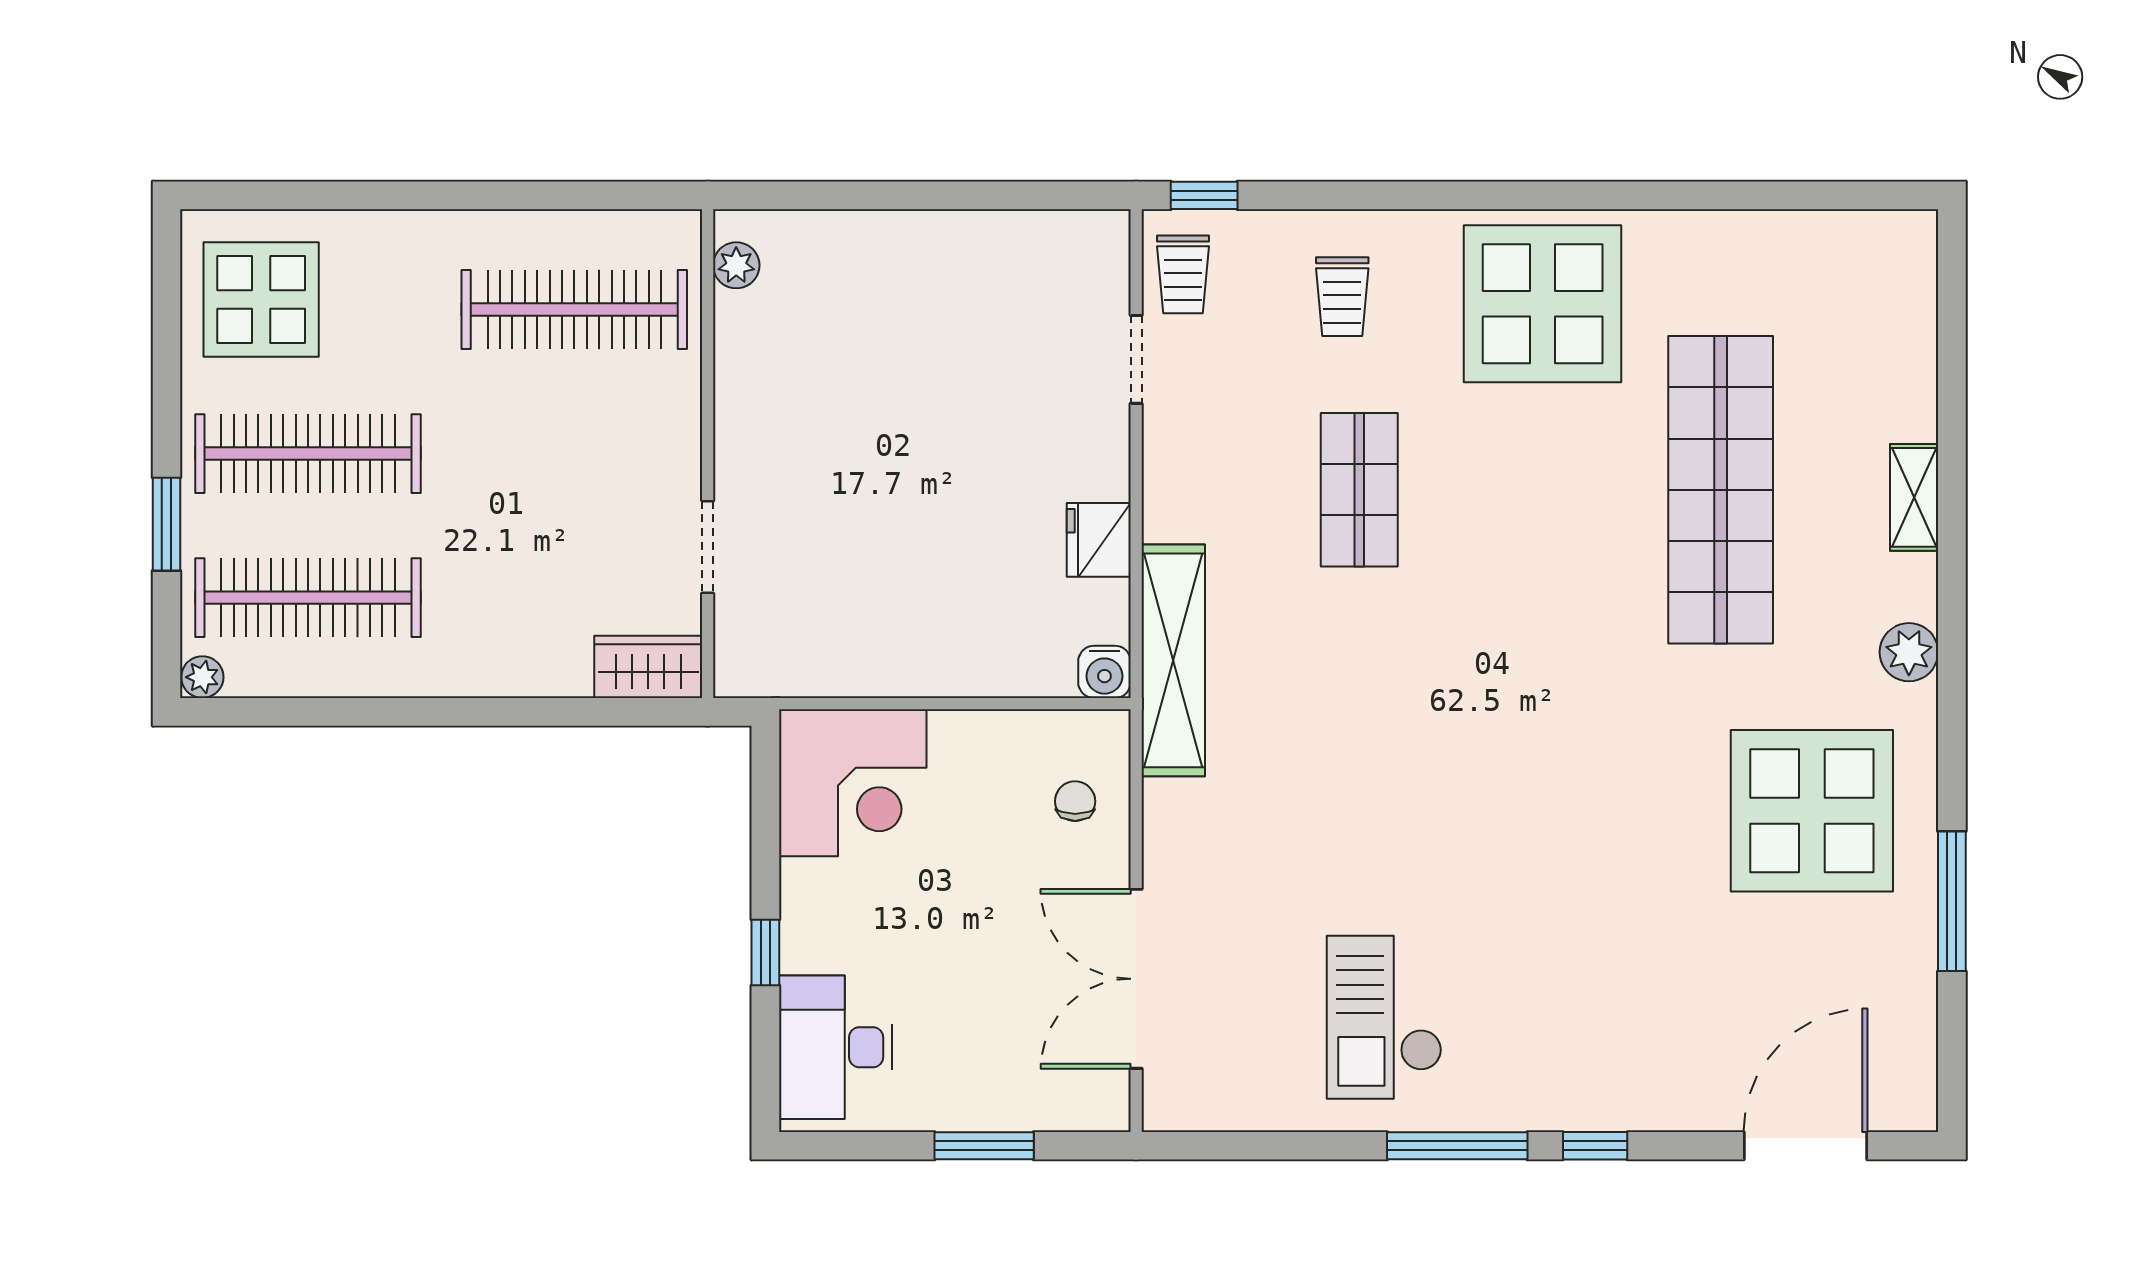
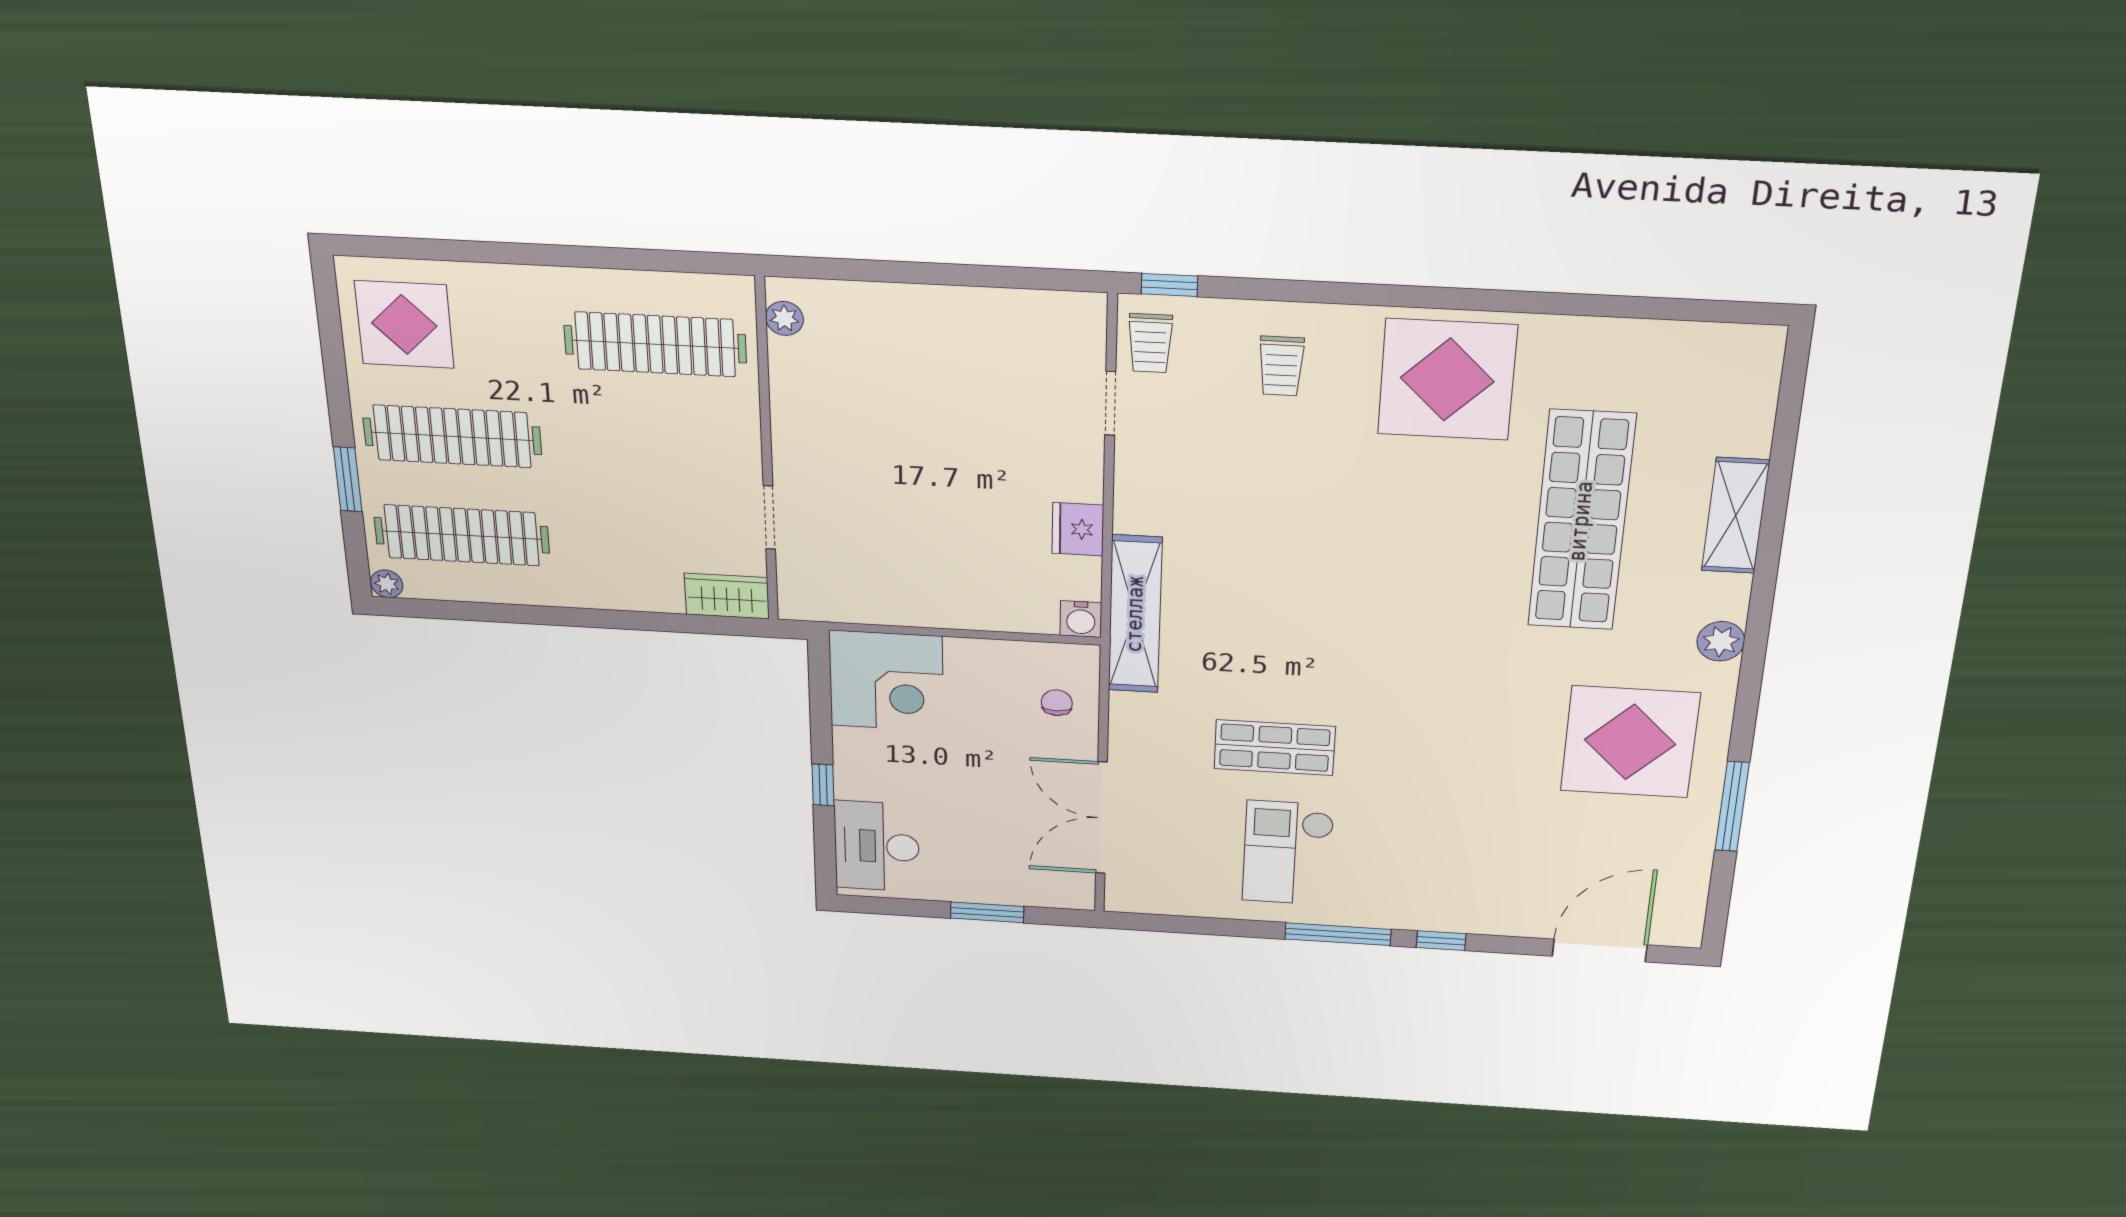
shop shelf: (1359, 490) -> (1275, 748), moved, turned 90
shelving: (1914, 497) -> (1736, 516), width x1.50, depth x1.33

